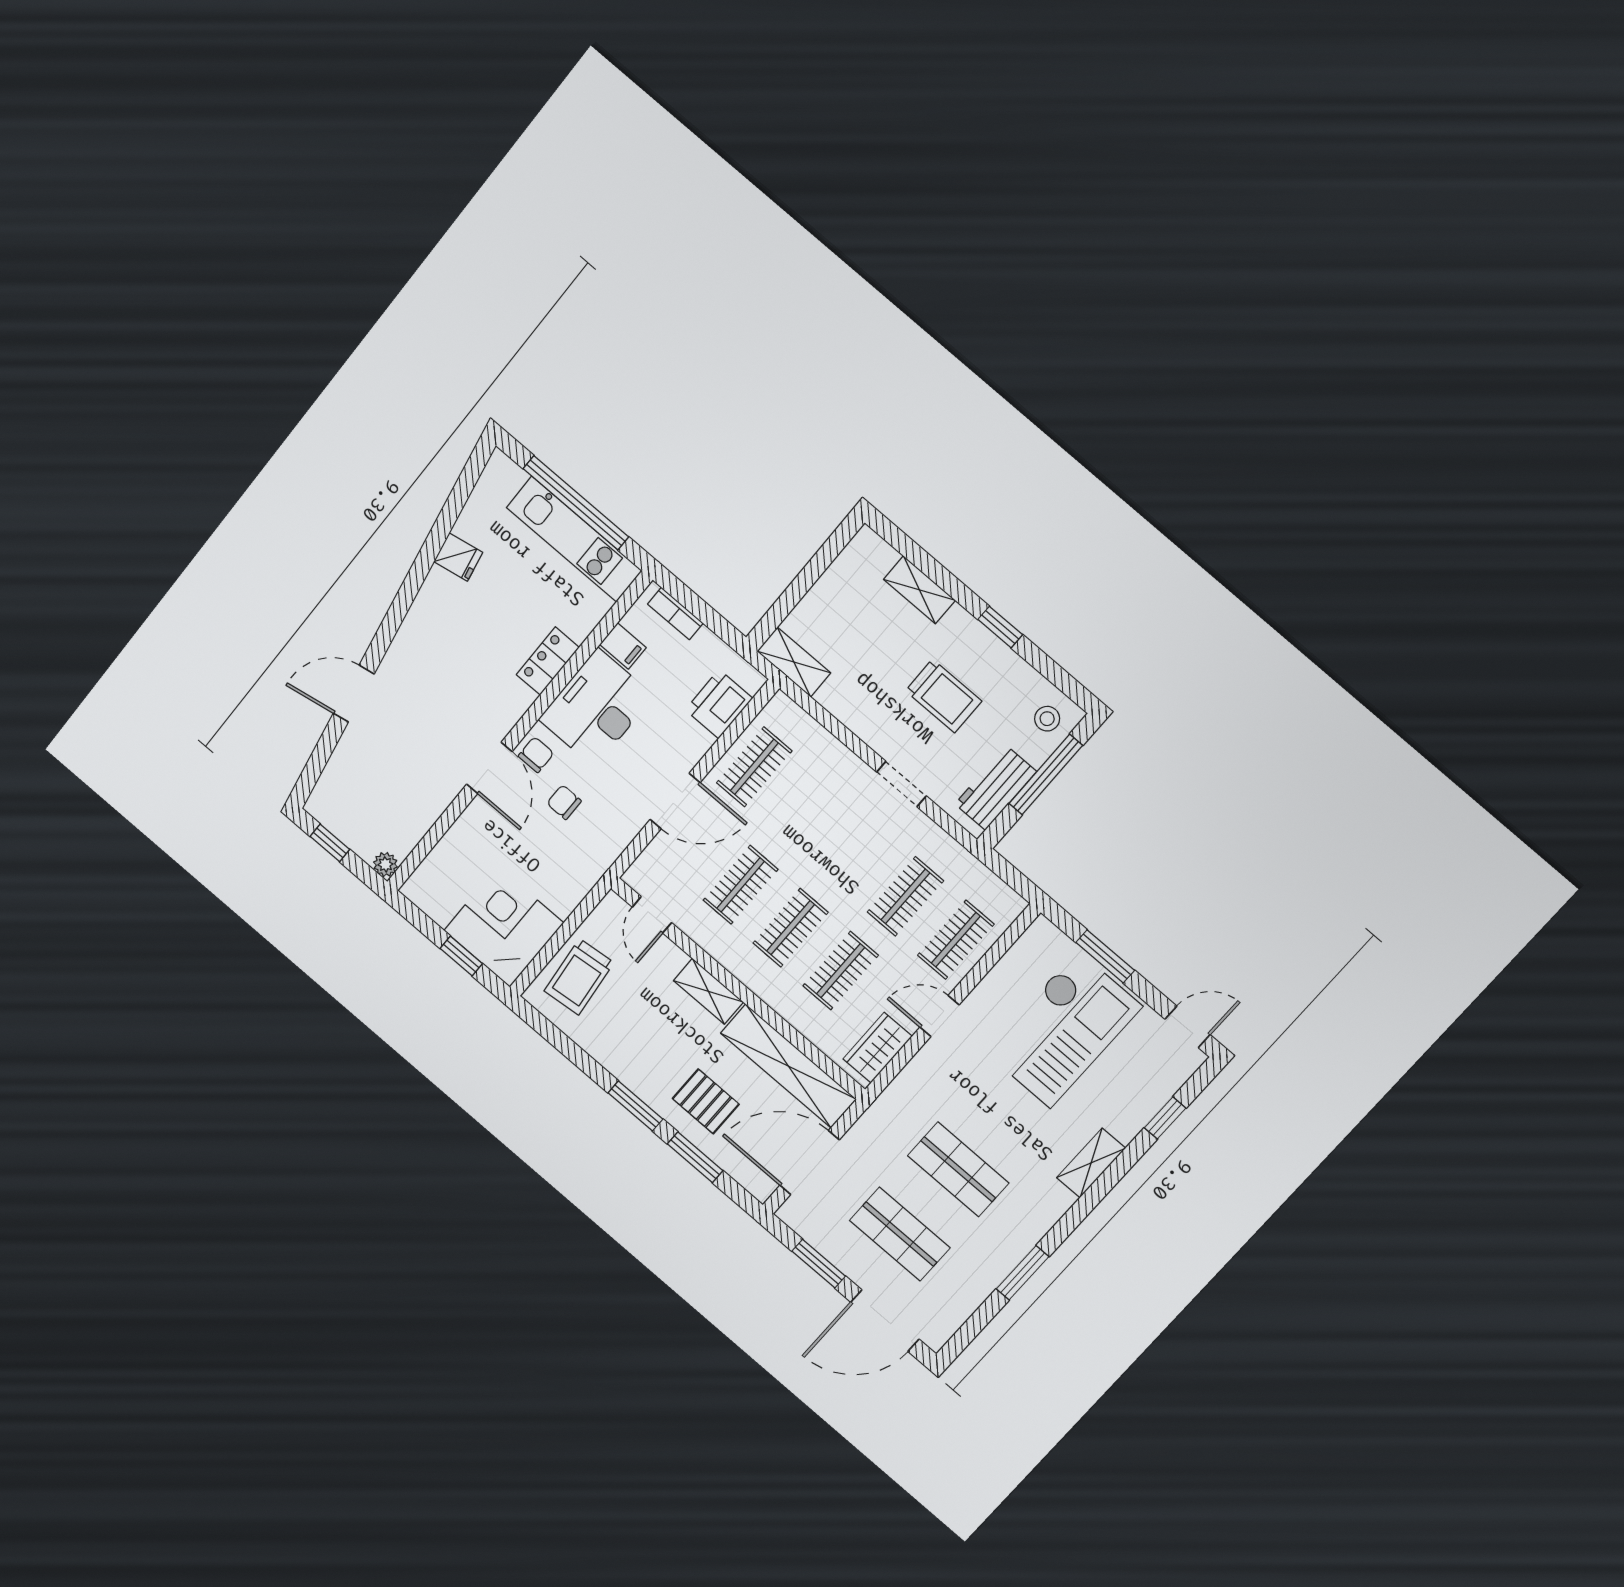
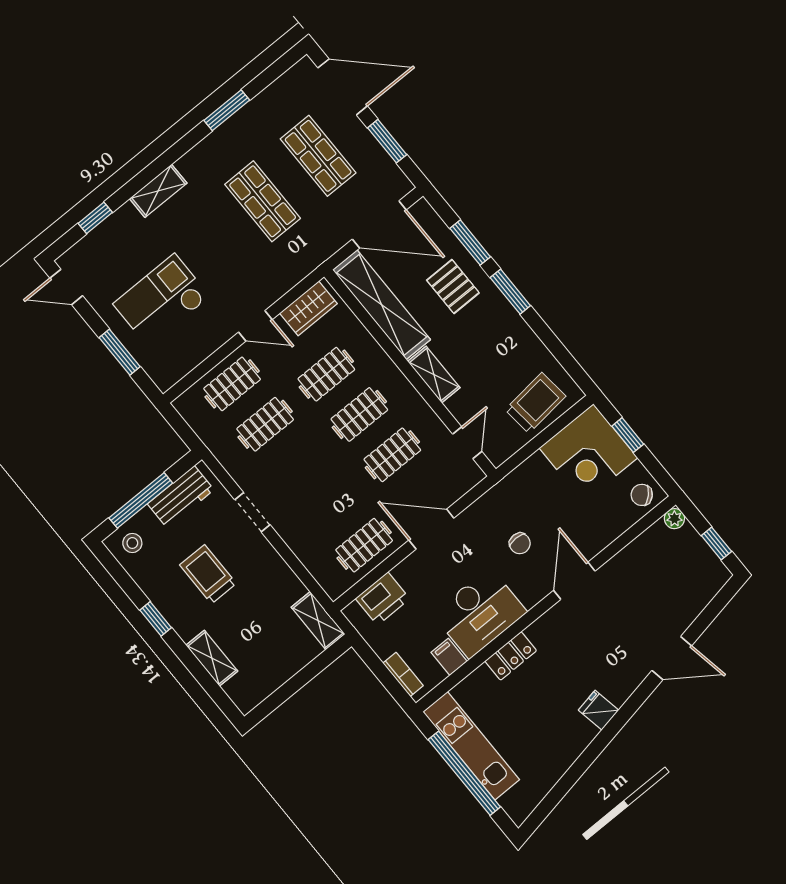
fridge: (458, 557) -> (599, 710), moved
chair: (536, 755) -> (642, 495), moved, turned 46
checkout: (1063, 1029) -> (161, 300), width x0.73, depth x0.83

